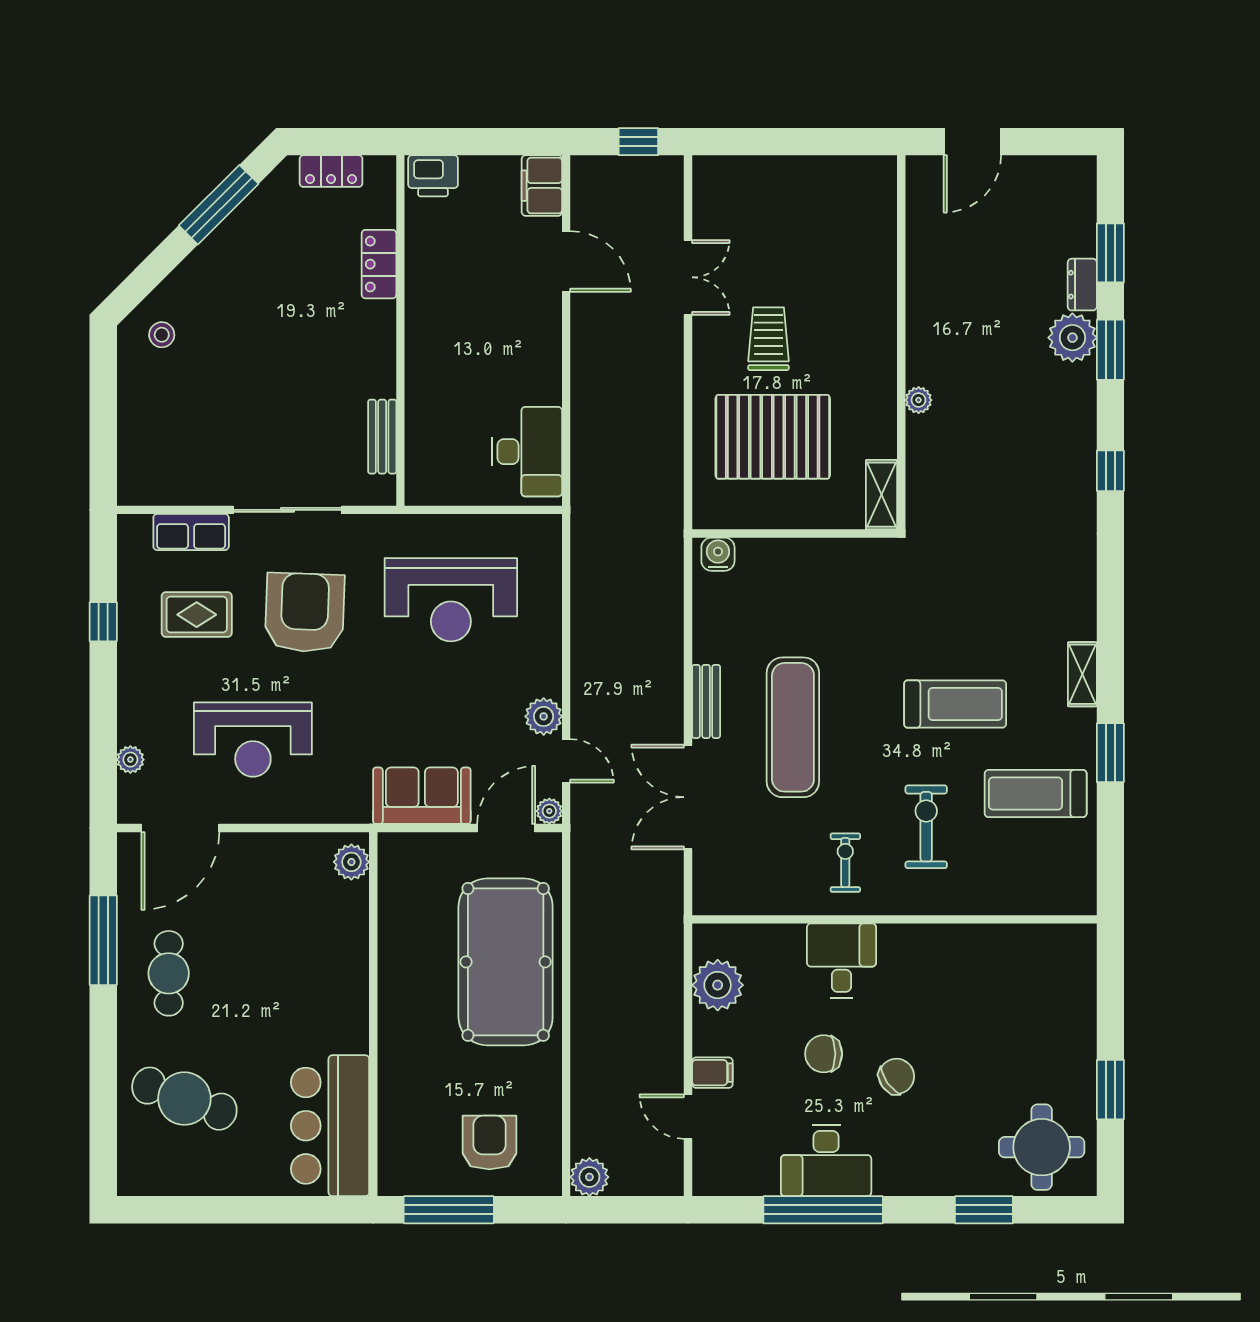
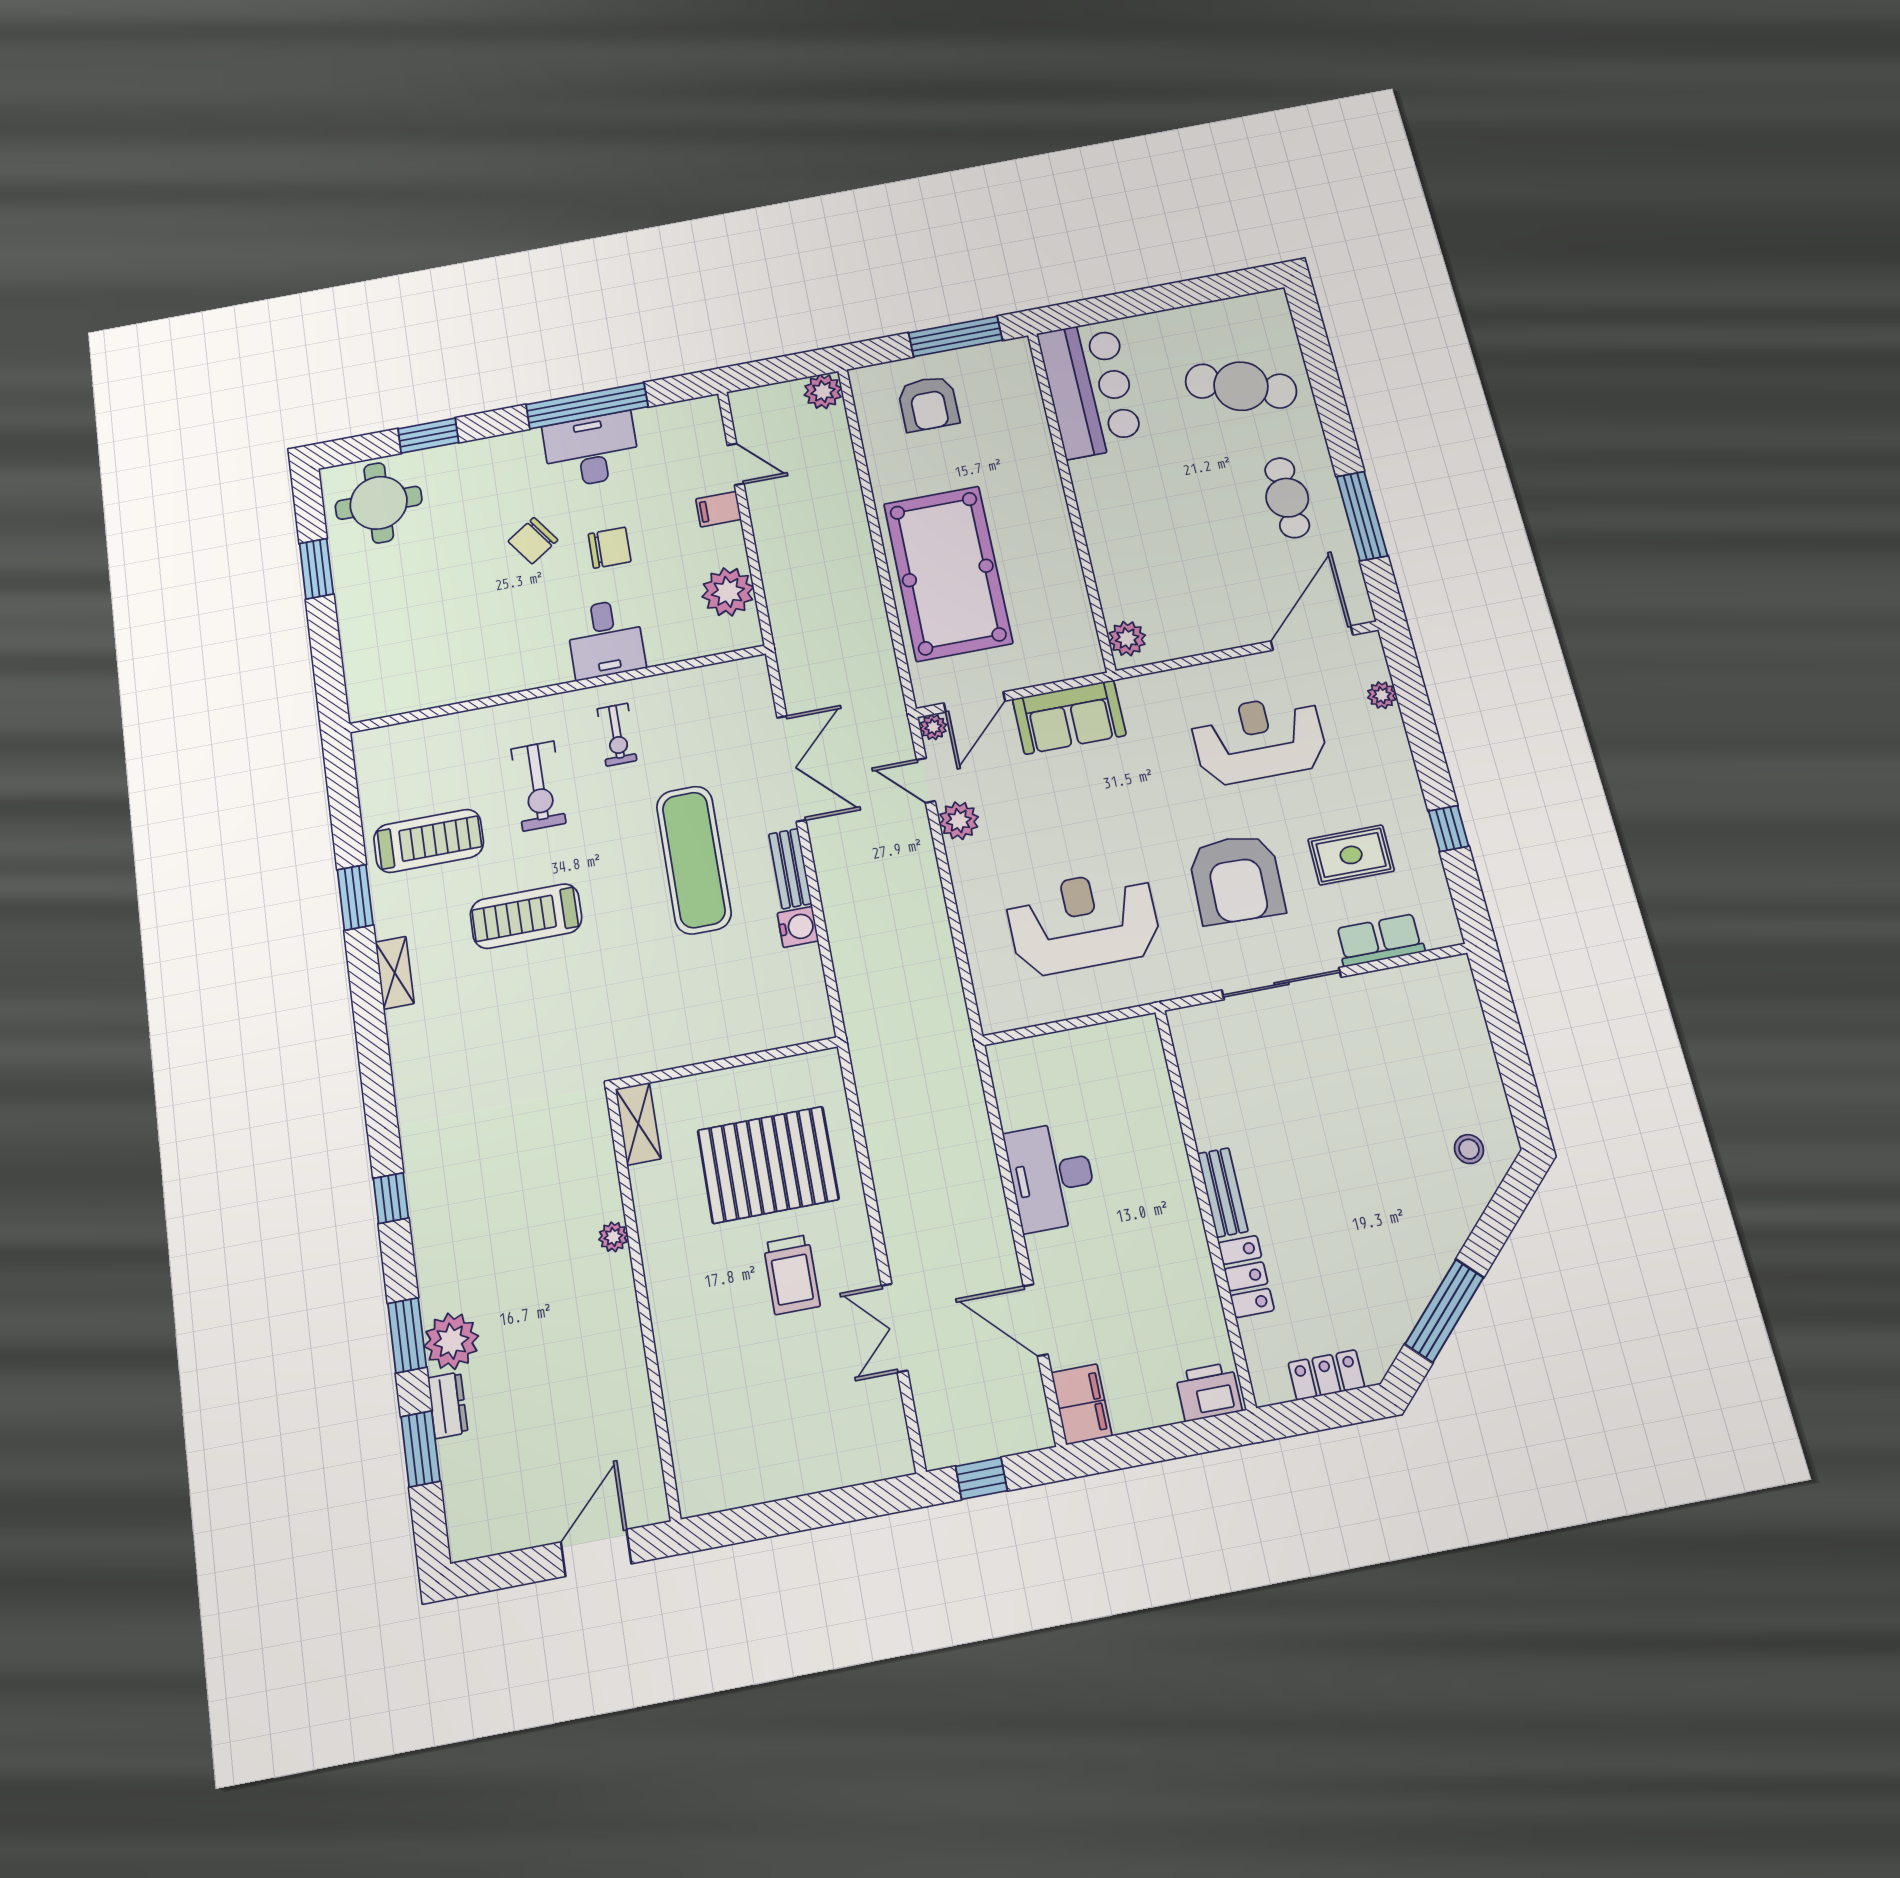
bench: (382, 437) -> (1223, 1192), moved
desk: (527, 452) -> (1052, 1176), moved
water cooler: (718, 554) -> (798, 927), moved, turned -90

